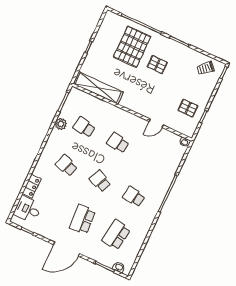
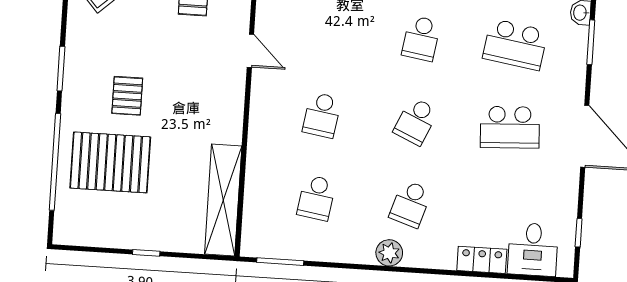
plant: (61, 124) -> (389, 253), moved

